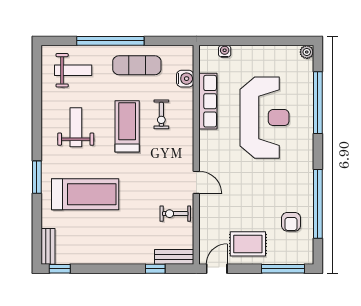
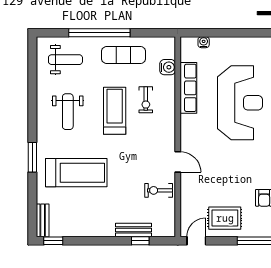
weight bench: (76, 127) -> (68, 112), turned 180
bench: (174, 257) -> (133, 230), moved

